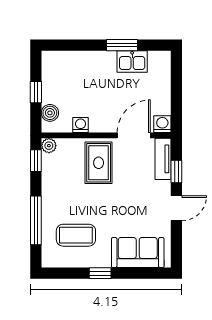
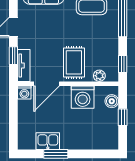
washing machine: (81, 125) -> (83, 97), width x1.89, depth x1.89
plant: (49, 146) -> (99, 76), moved

